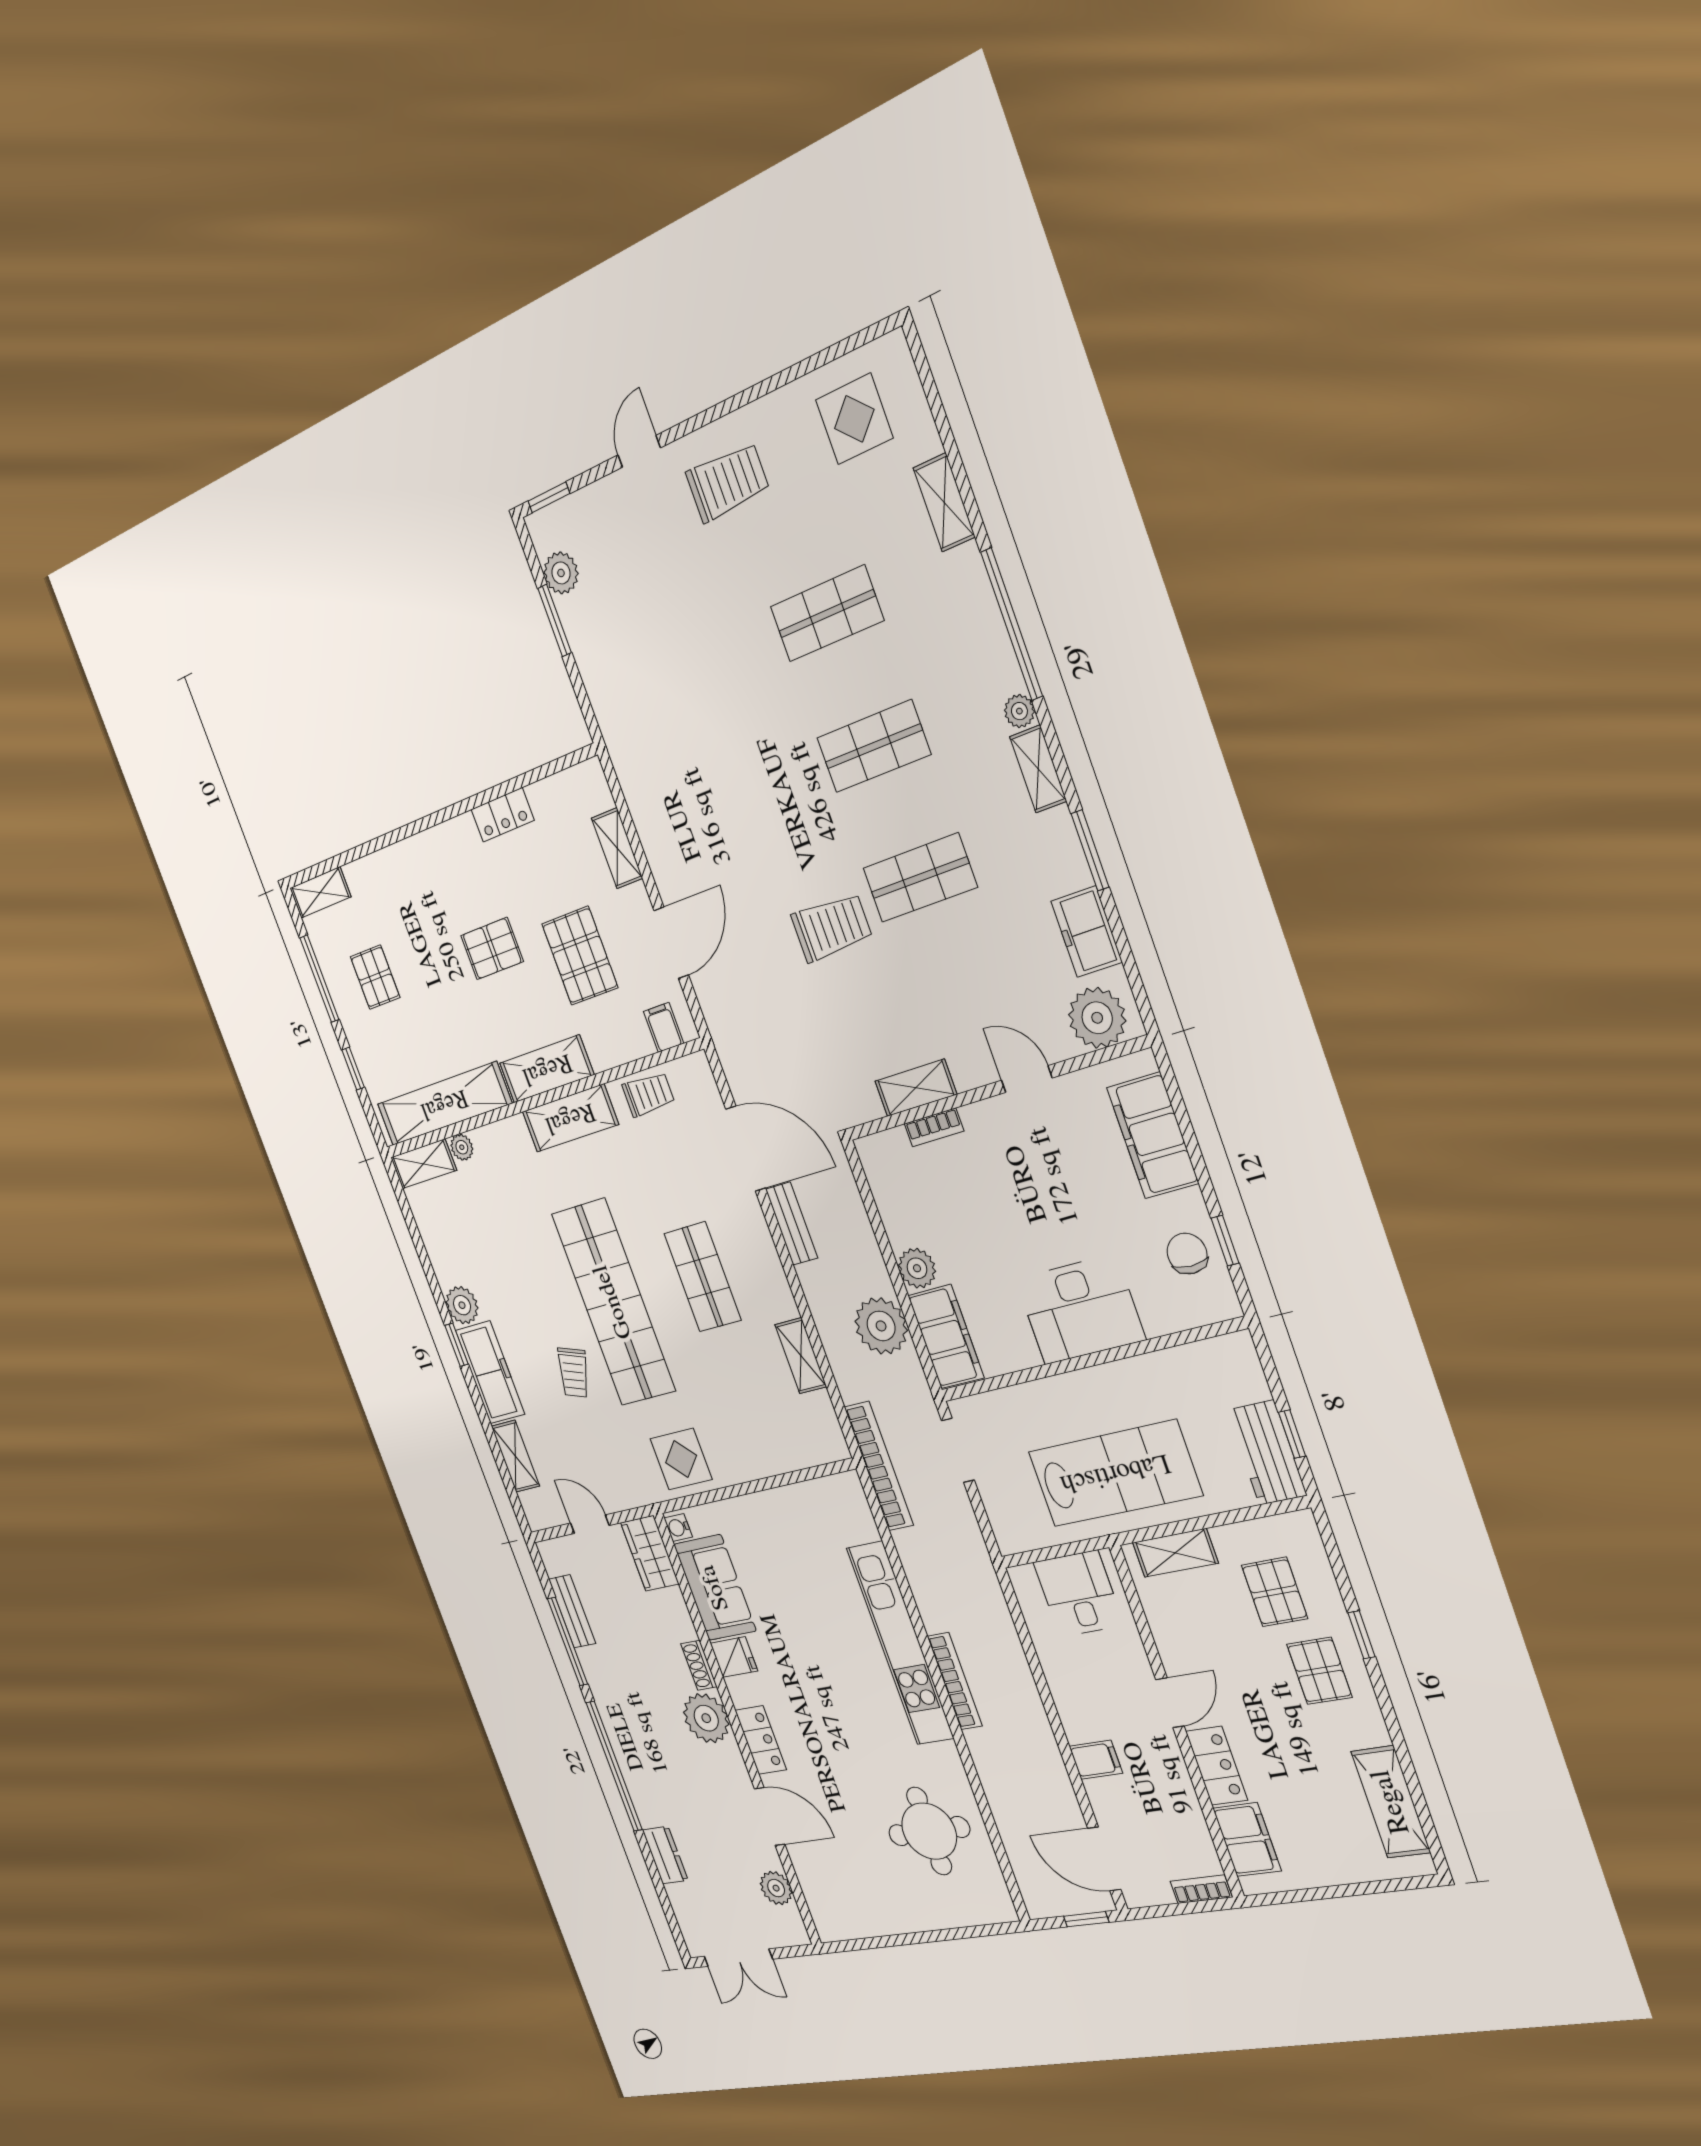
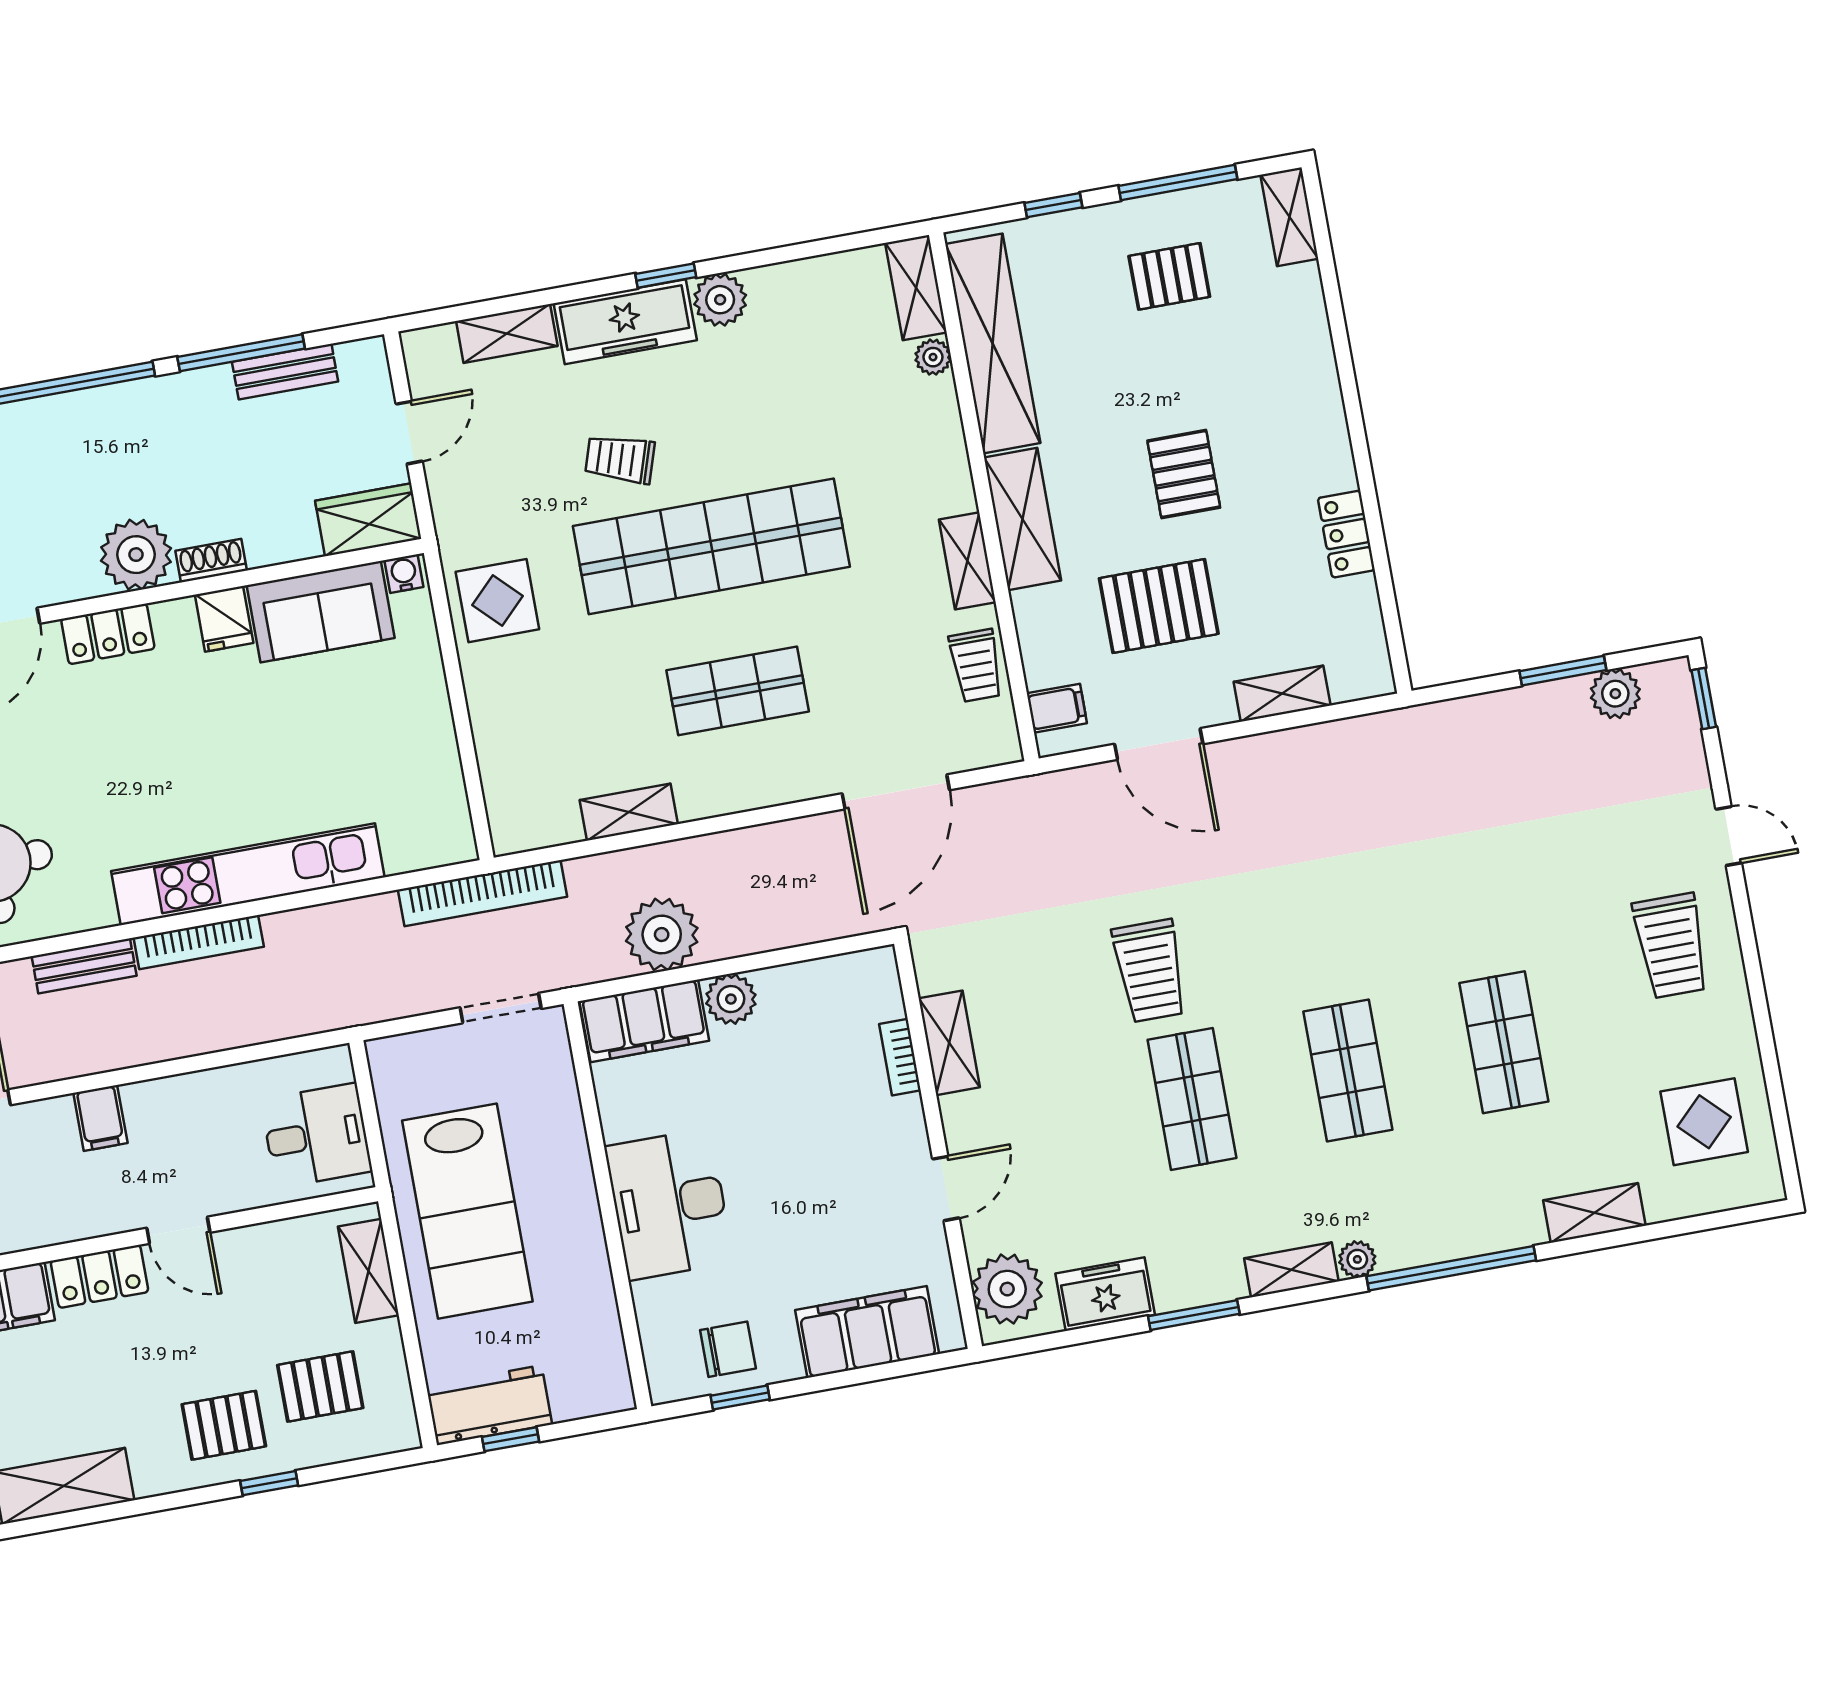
shelving: (570, 1118) -> (967, 561), width x0.67, depth x0.75
bench: (792, 1224) -> (84, 966), moved

